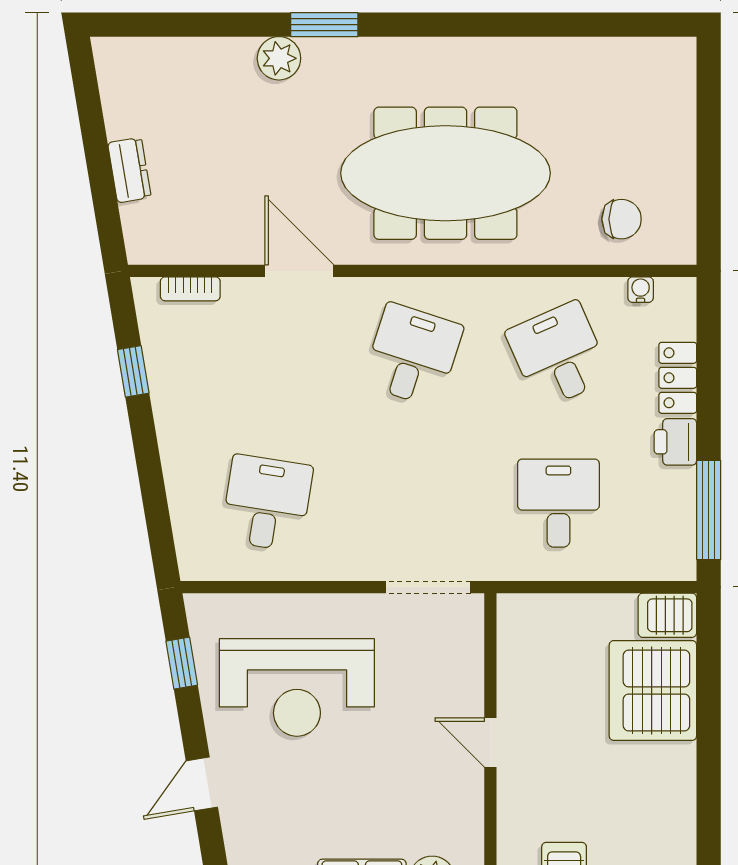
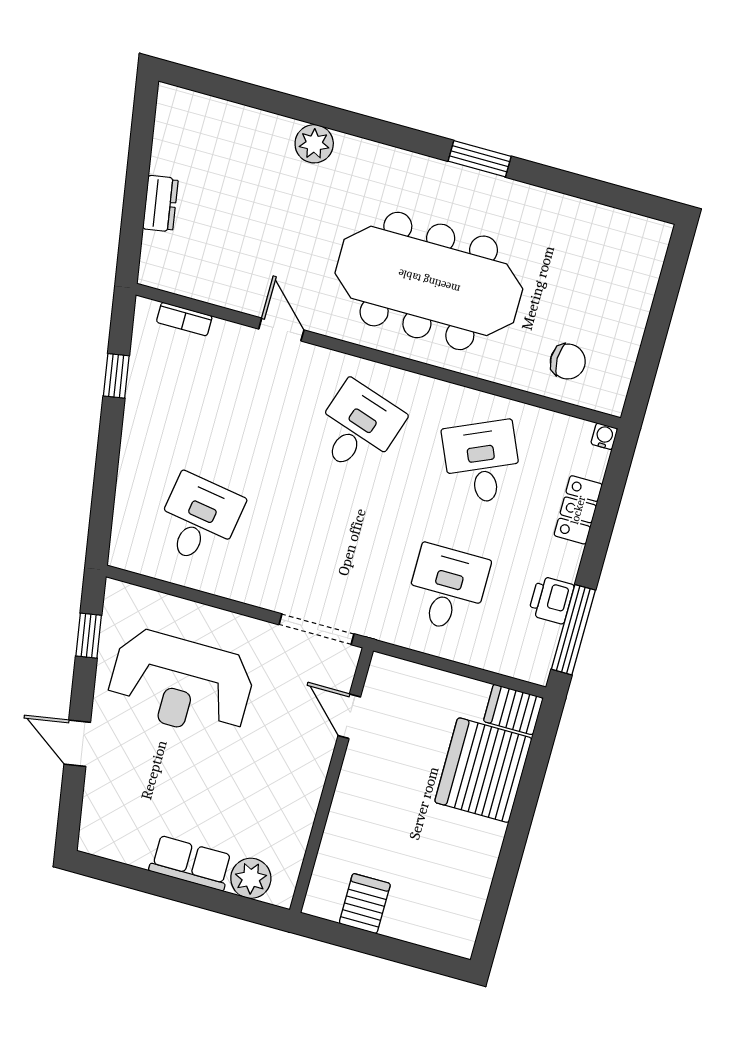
window: (324, 25) -> (480, 159), moved
door: (299, 271) -> (281, 329), width x0.73
water cooler: (641, 290) -> (604, 436), moved
printer: (675, 442) -> (551, 600), moved
door: (490, 743) -> (349, 716), moved
door: (202, 784) -> (77, 743), hinge flipped

